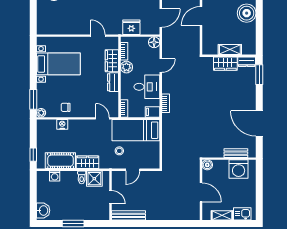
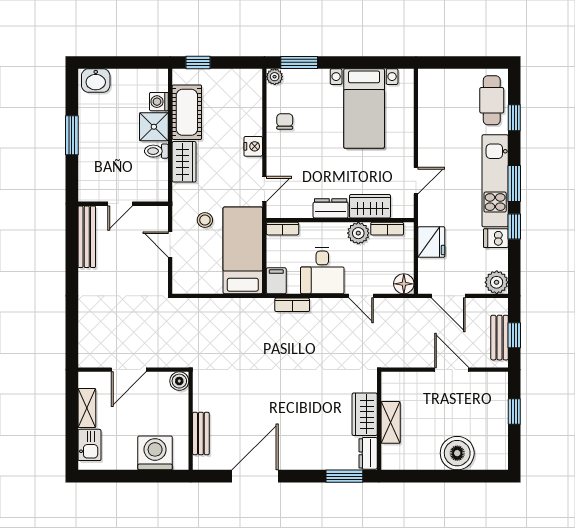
nightstand: (62, 124) -> (253, 146), moved
washing machine: (239, 169) -> (155, 453), moved, turned 90
shower: (94, 179) -> (154, 127), moved

